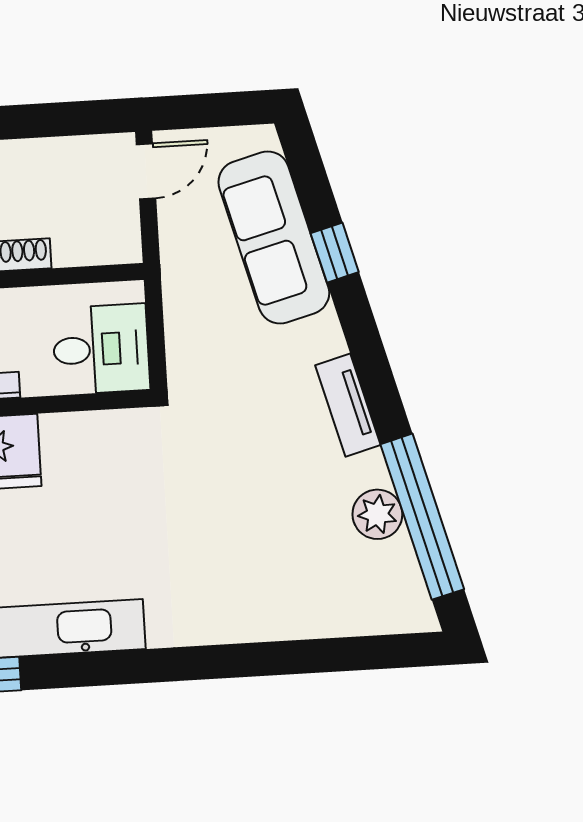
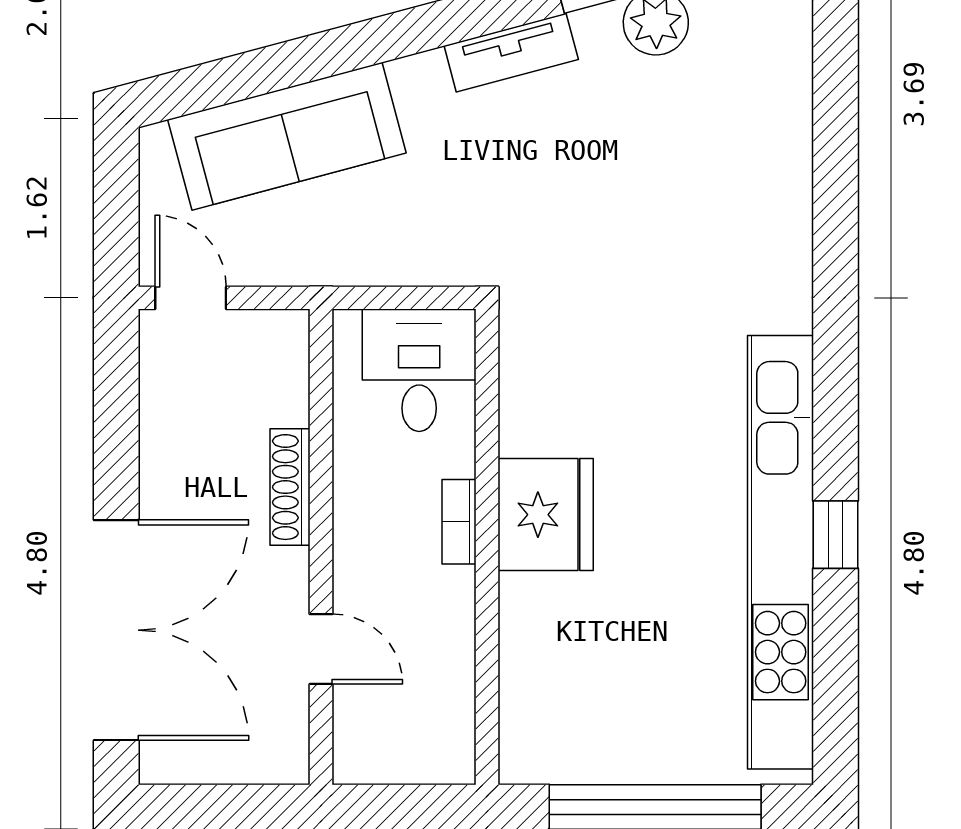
window: (335, 253) -> (311, 58), removed

